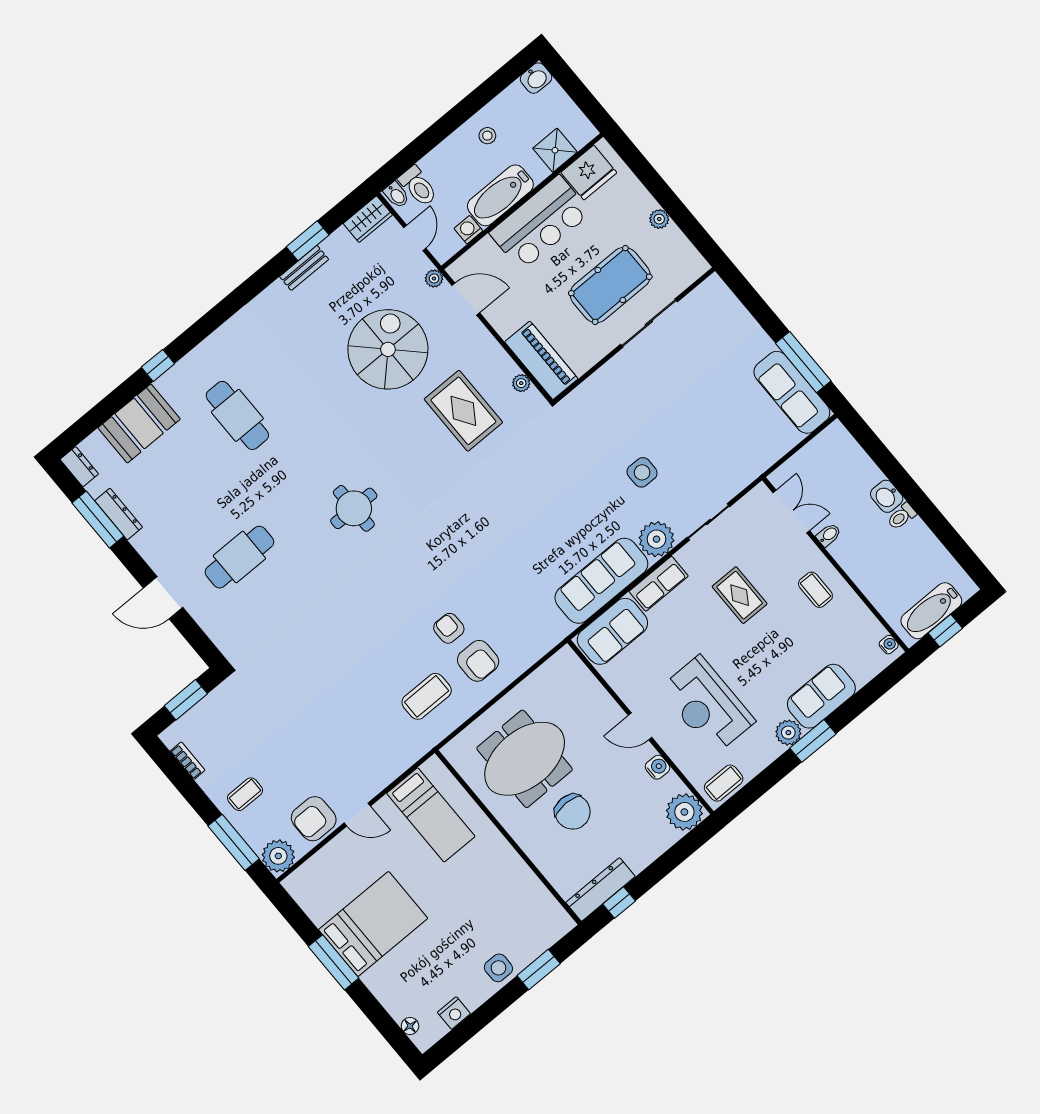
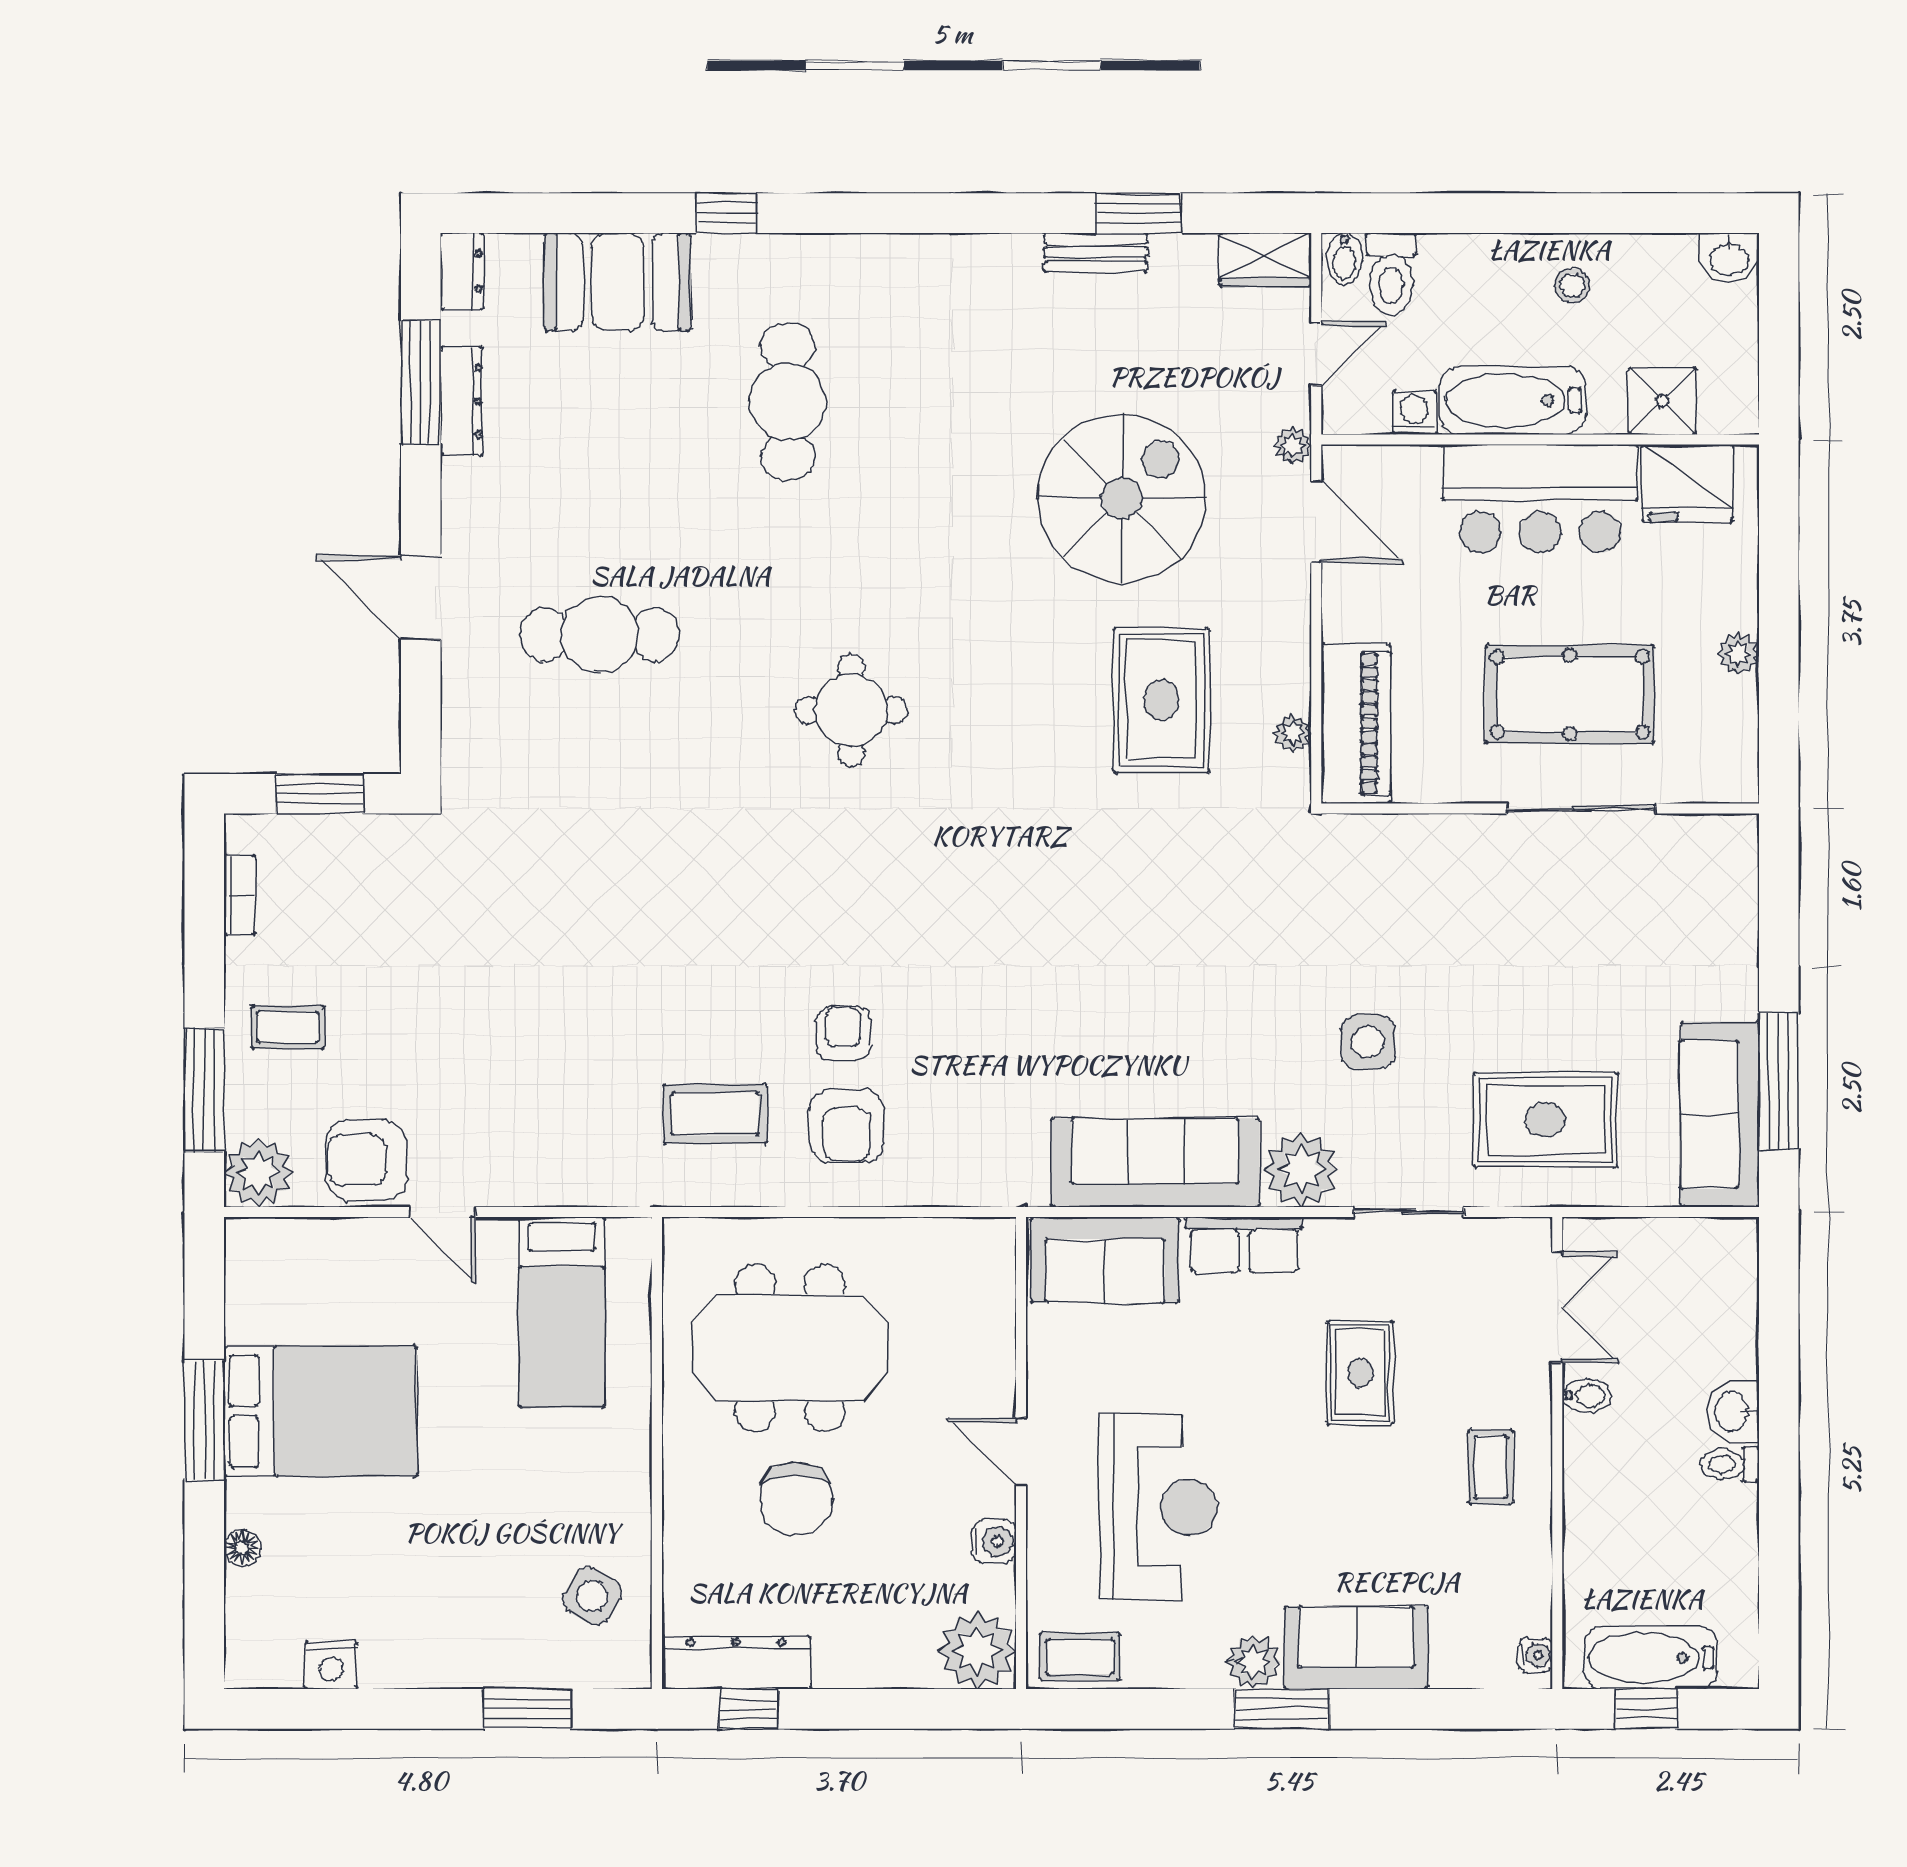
rug: (730, 447) -> (1545, 1120), added
reception desk: (707, 705) -> (1158, 1507), turned 180
side table: (498, 968) -> (592, 1596), moved, turned 30
floor lamp: (410, 1026) -> (242, 1548), moved

